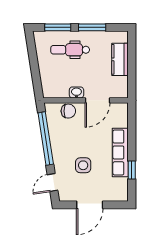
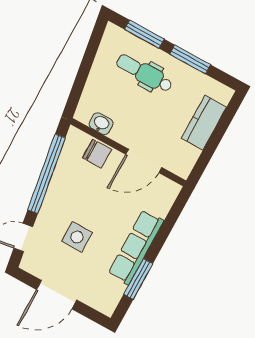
washbasin: (76, 92) -> (101, 124), moved
window: (132, 170) -> (138, 279), width x1.50

